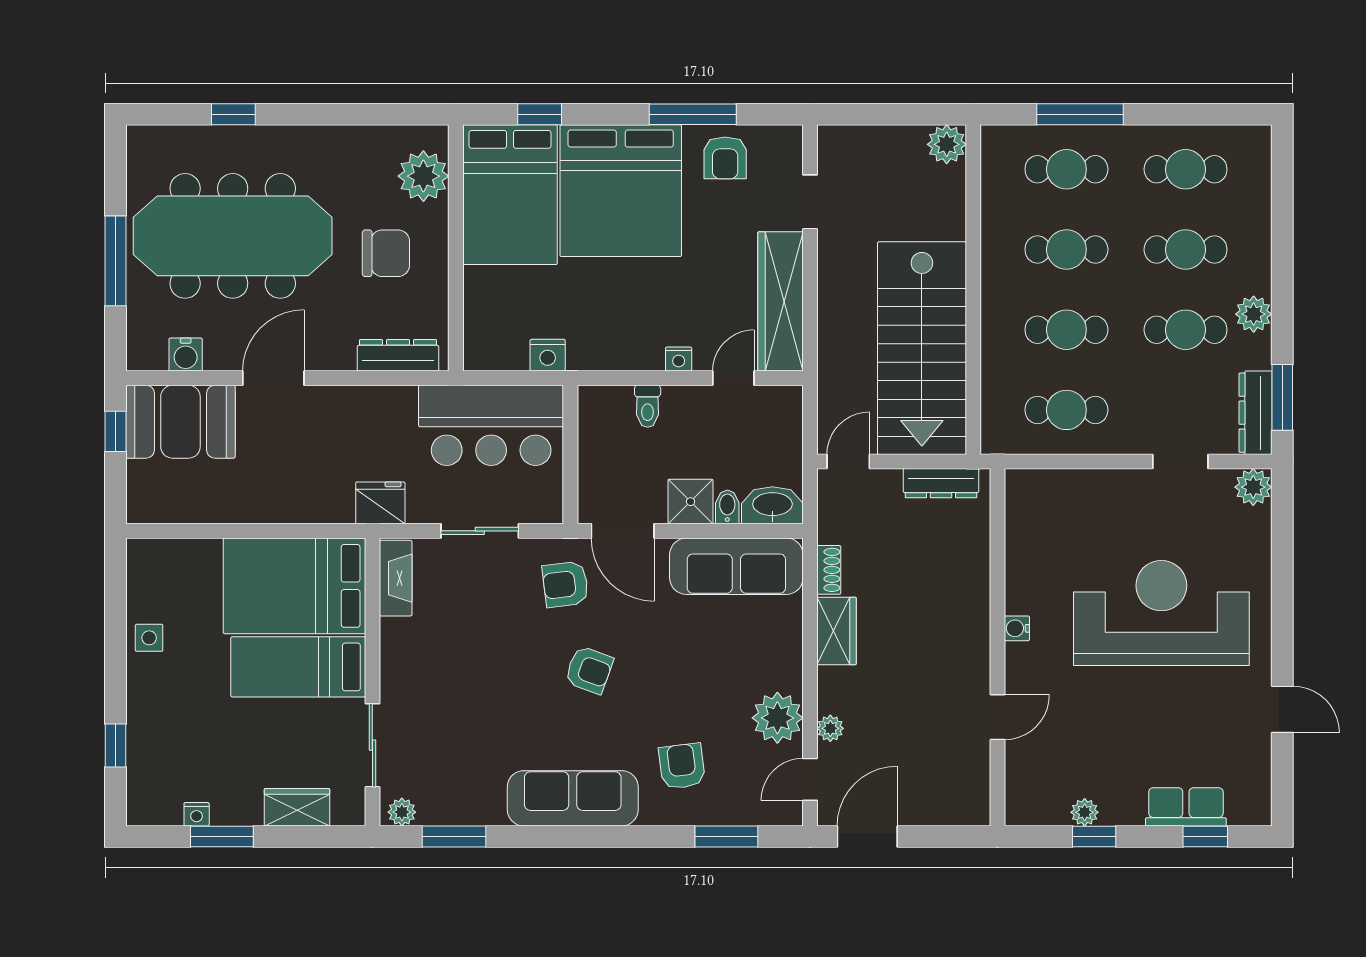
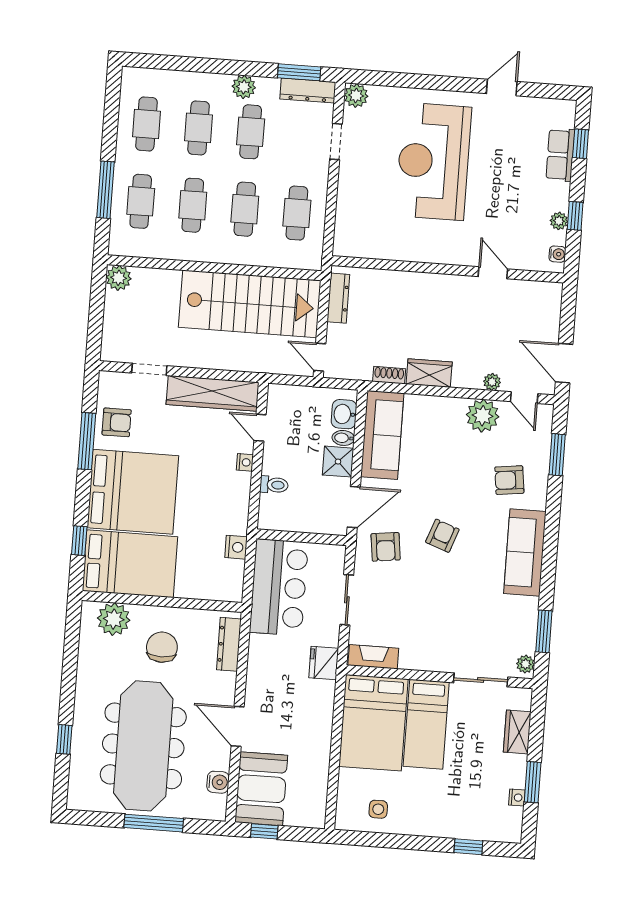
washbasin: (772, 505) -> (344, 414), width x0.72
water cooler: (1017, 628) -> (557, 254), moved, turned -90
side table: (149, 638) -> (378, 809), moved

